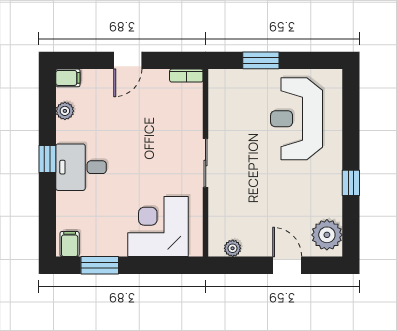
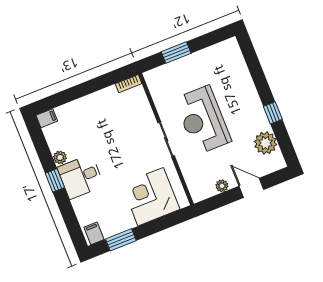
door: (128, 60) -> (84, 89), removed
plant: (65, 111) -> (60, 157), moved
reception desk: (297, 119) -> (203, 120), moved
plant: (327, 235) -> (265, 143), moved
plant: (233, 248) -> (222, 186), moved

